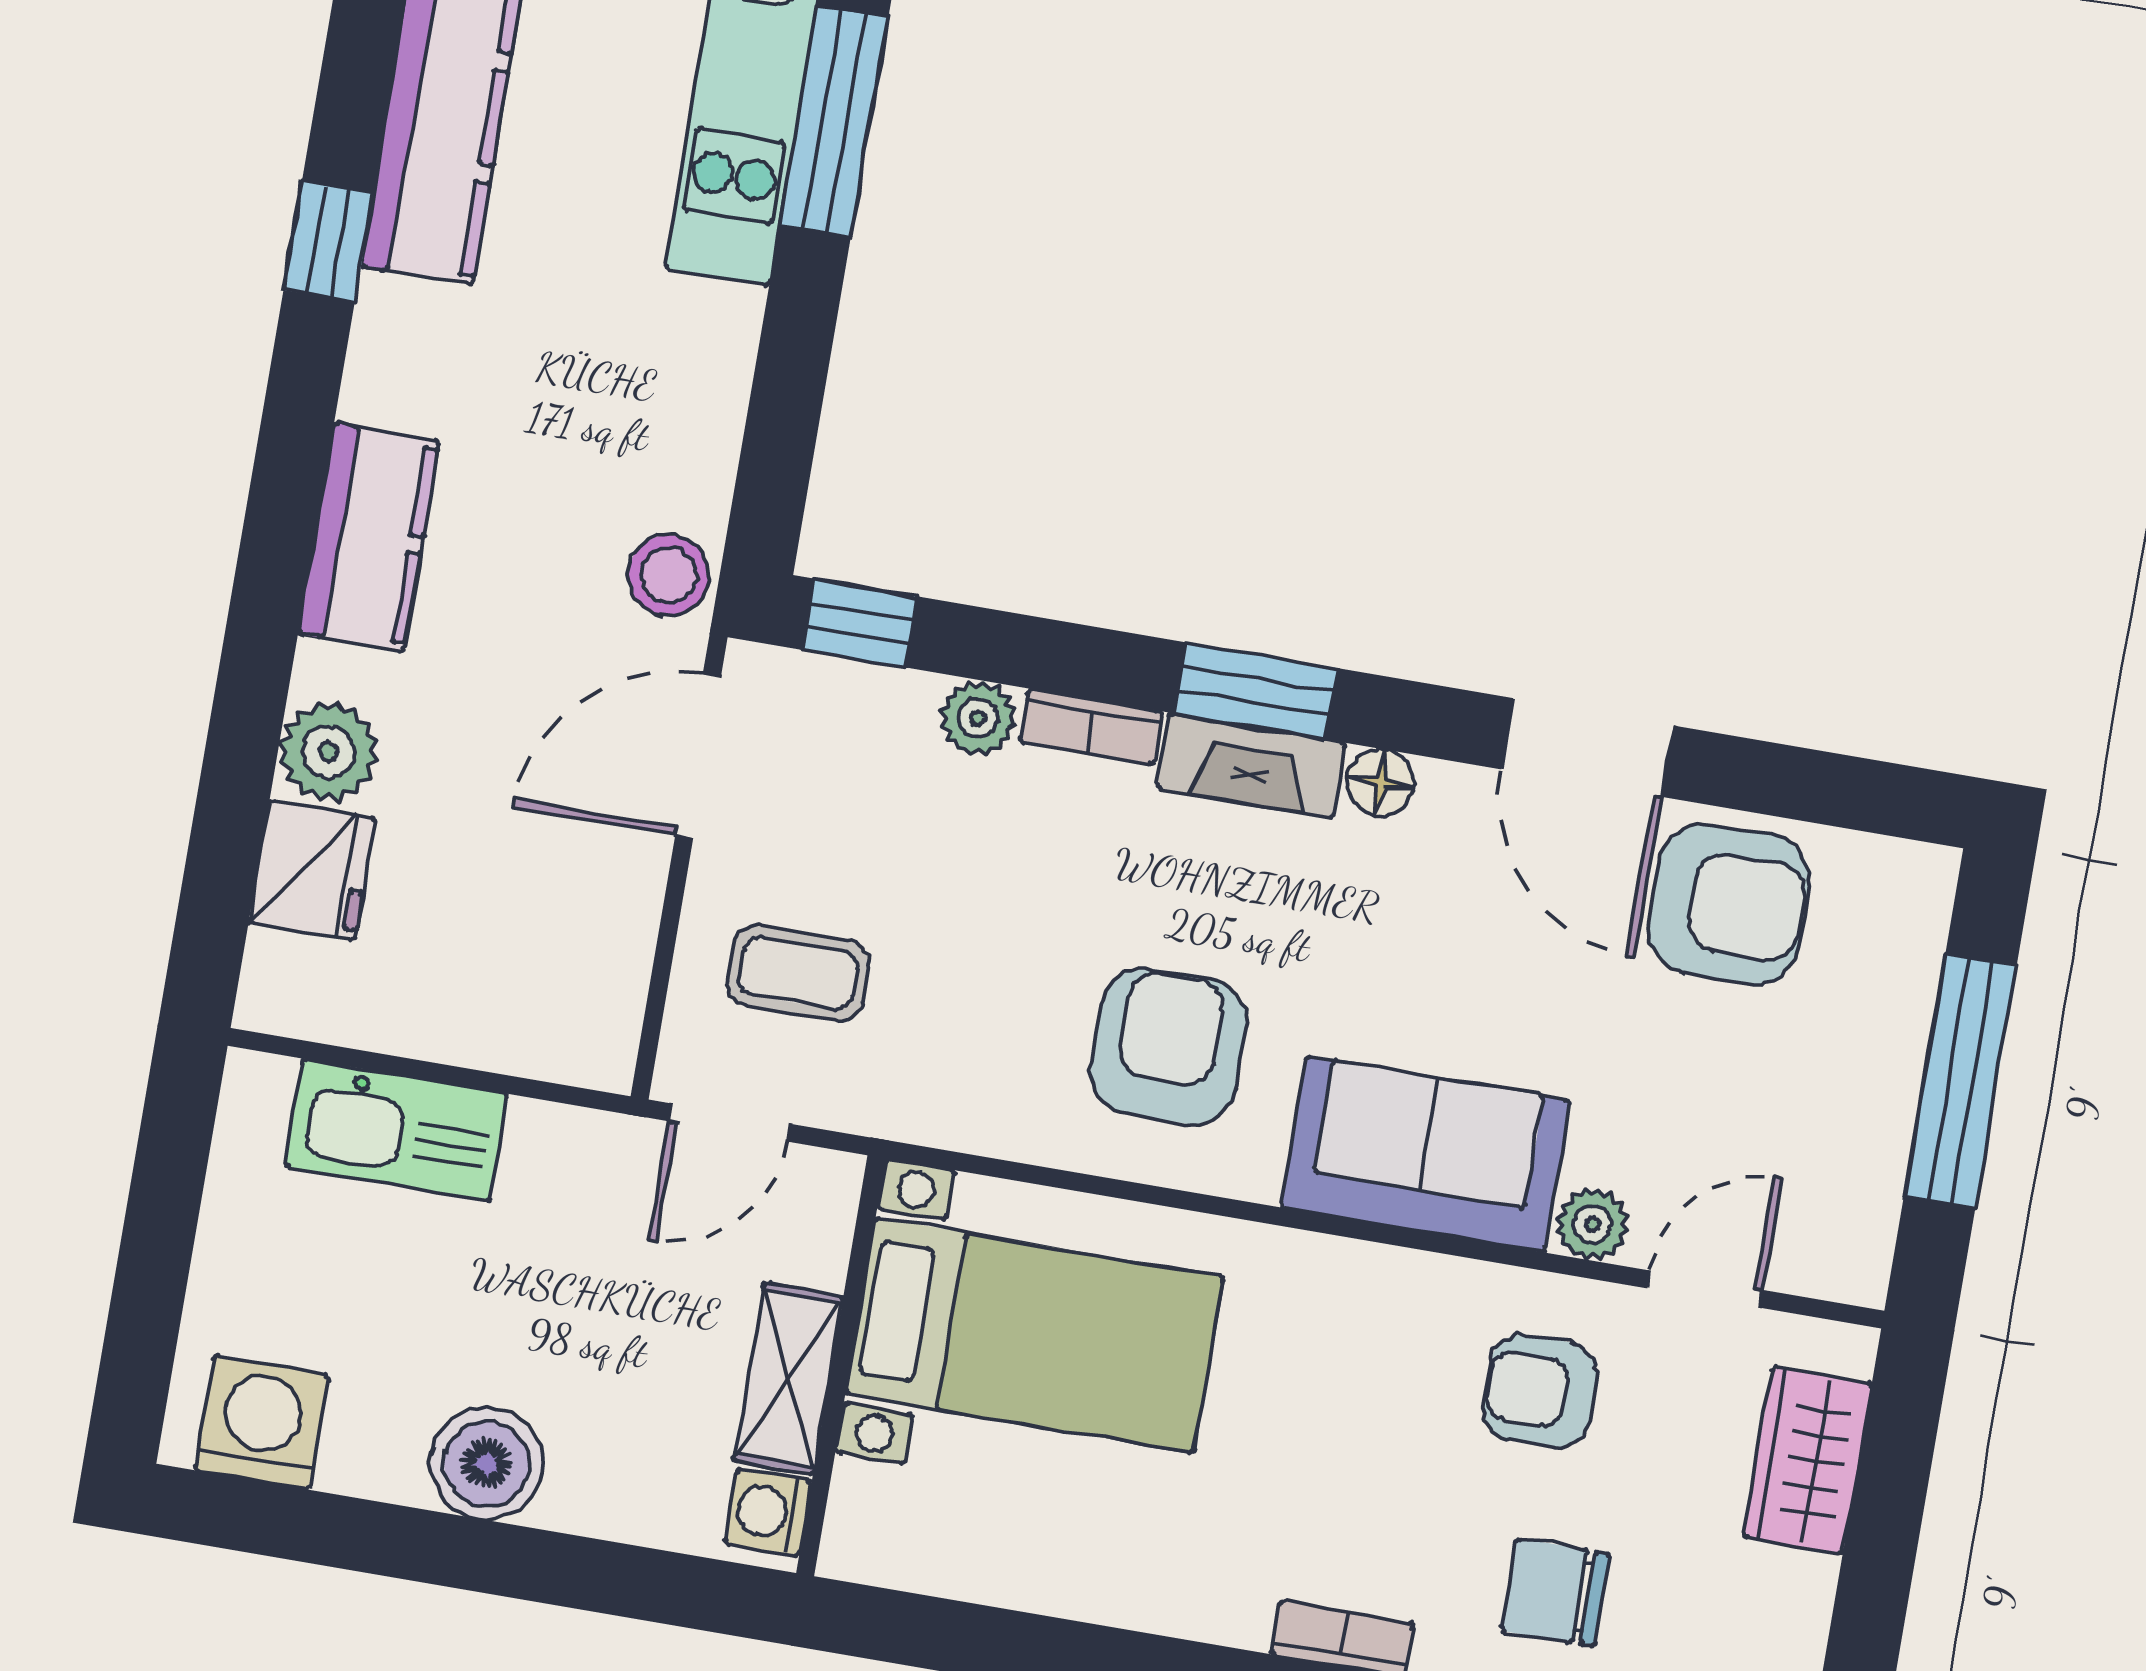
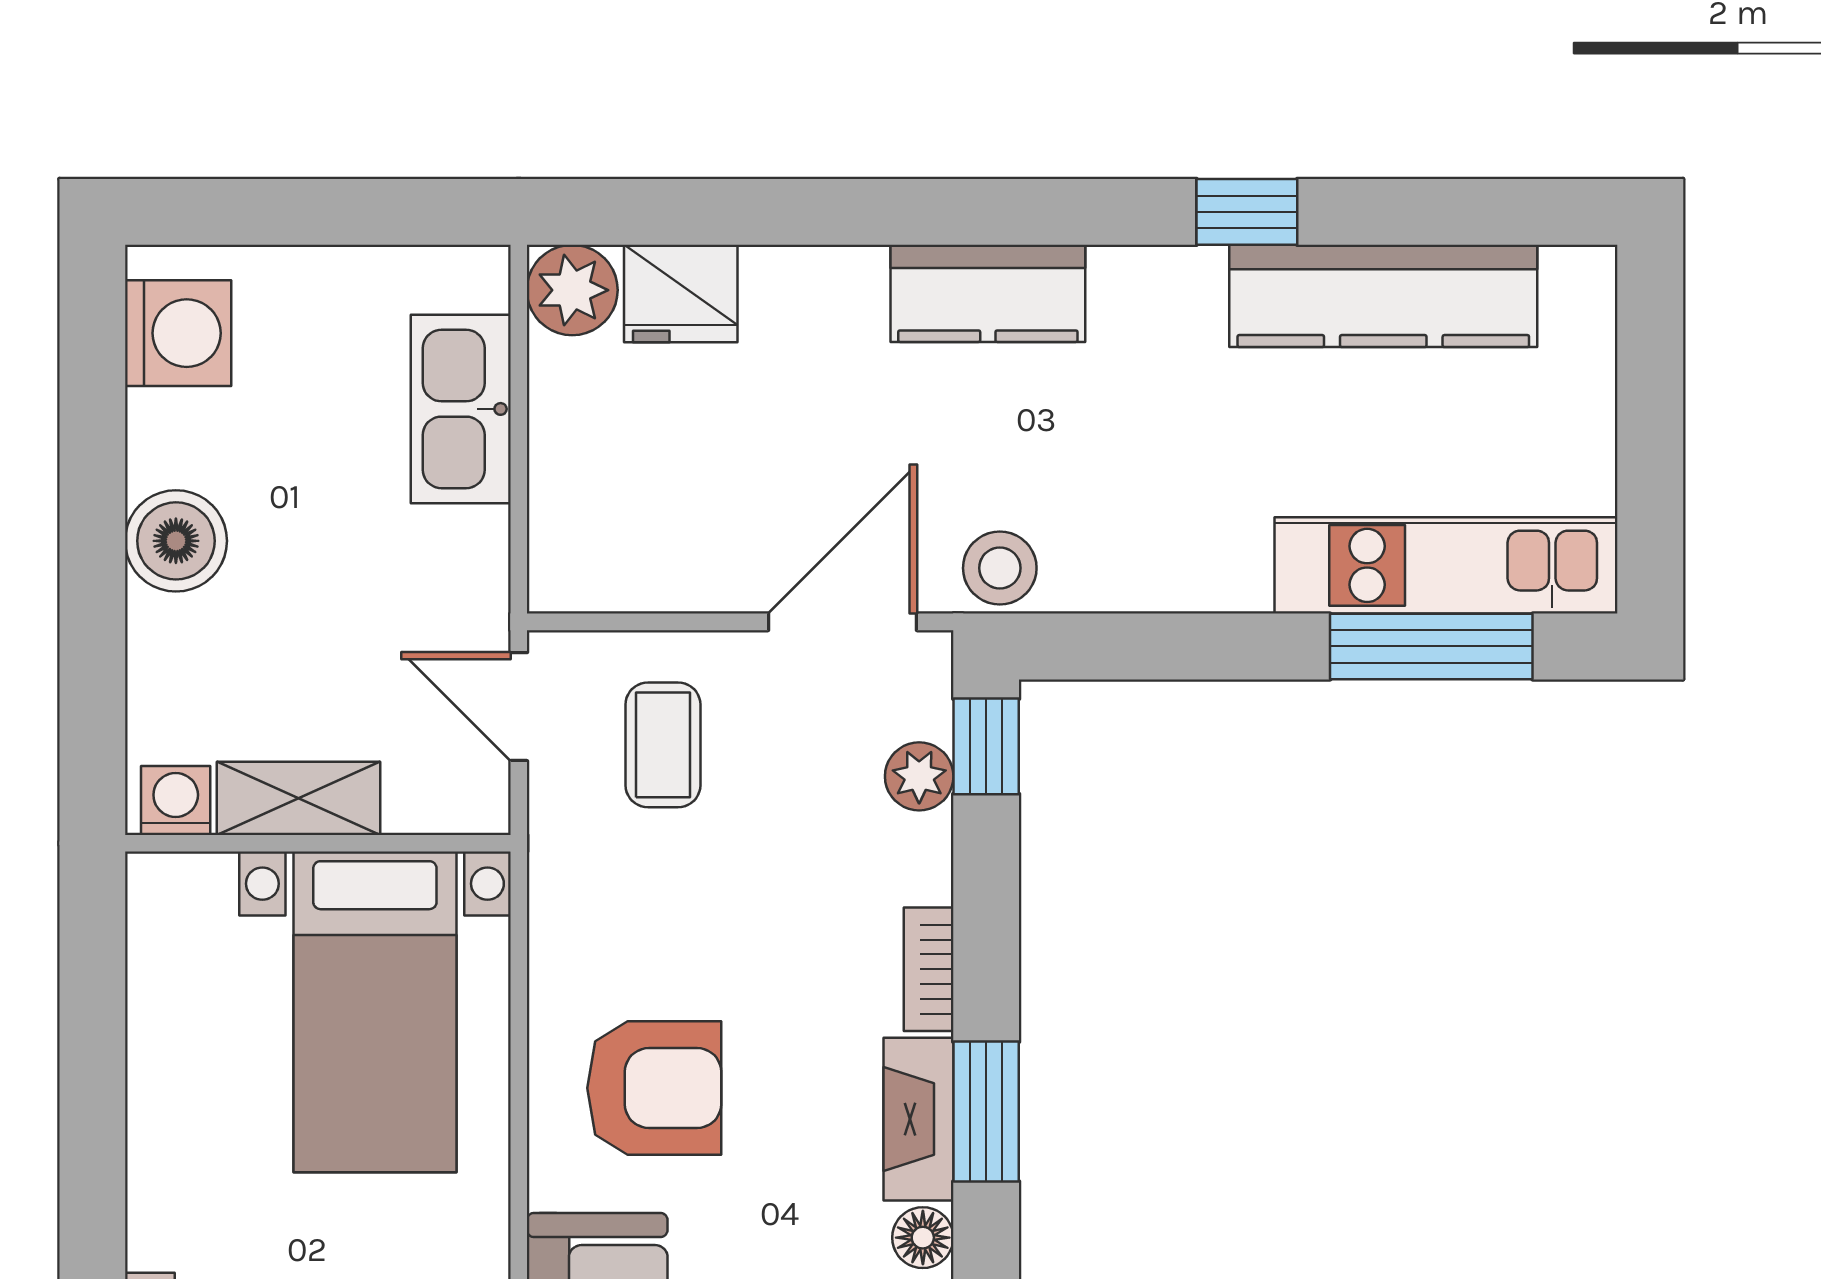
plant: (978, 718) -> (919, 776), moved
plant: (328, 752) -> (572, 290), moved
door: (698, 756) -> (842, 622), hinge flipped

